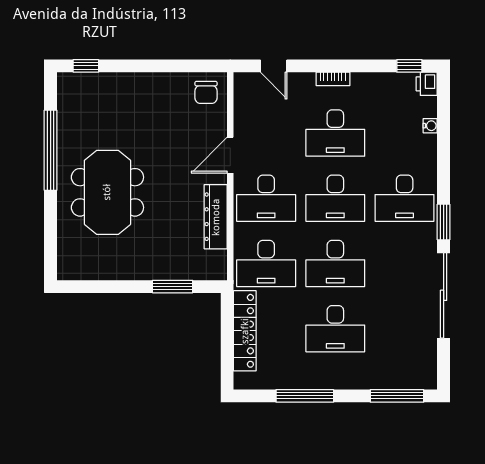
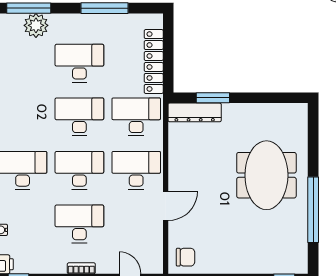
chair: (206, 92) -> (186, 257), turned 90
dresser: (216, 217) -> (195, 112), moved, turned 90
plant: (388, 375) -> (36, 25), added

